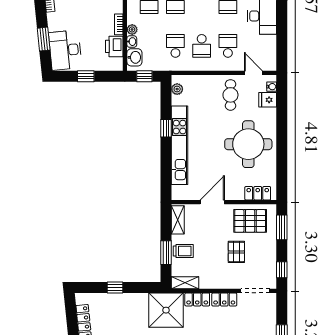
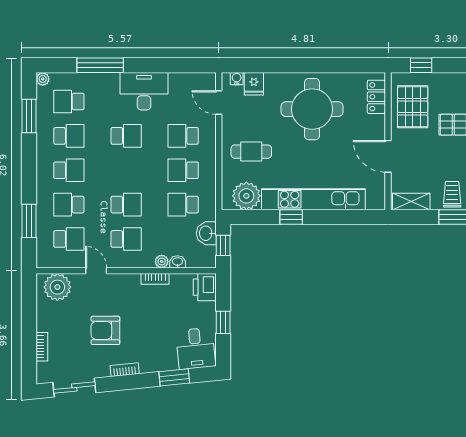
printer: (114, 46) -> (205, 287), moved, turned 90
school desk: (202, 46) -> (183, 170), turned 180
desk: (65, 50) -> (196, 348), width x0.73
washbasin: (134, 57) -> (206, 233), moved, turned -90
door: (253, 73) -> (219, 102), hinge flipped
plant: (177, 89) -> (246, 196), width x1.88, depth x1.88
cafe table: (230, 95) -> (251, 152), moved
window: (282, 227) -> (421, 65), width x0.67

